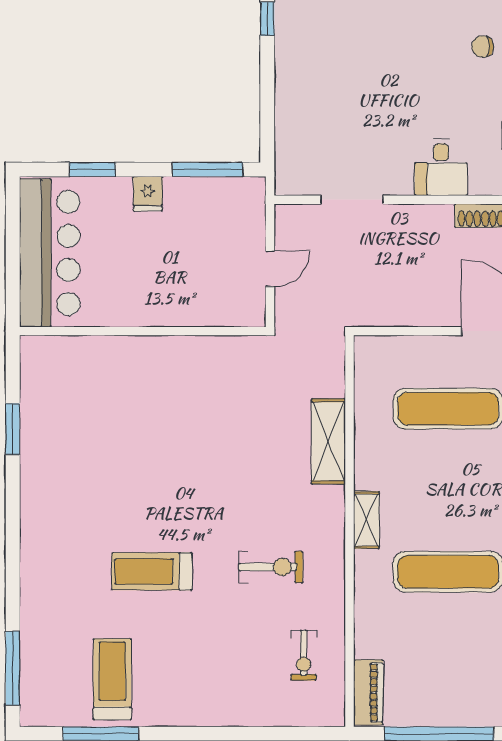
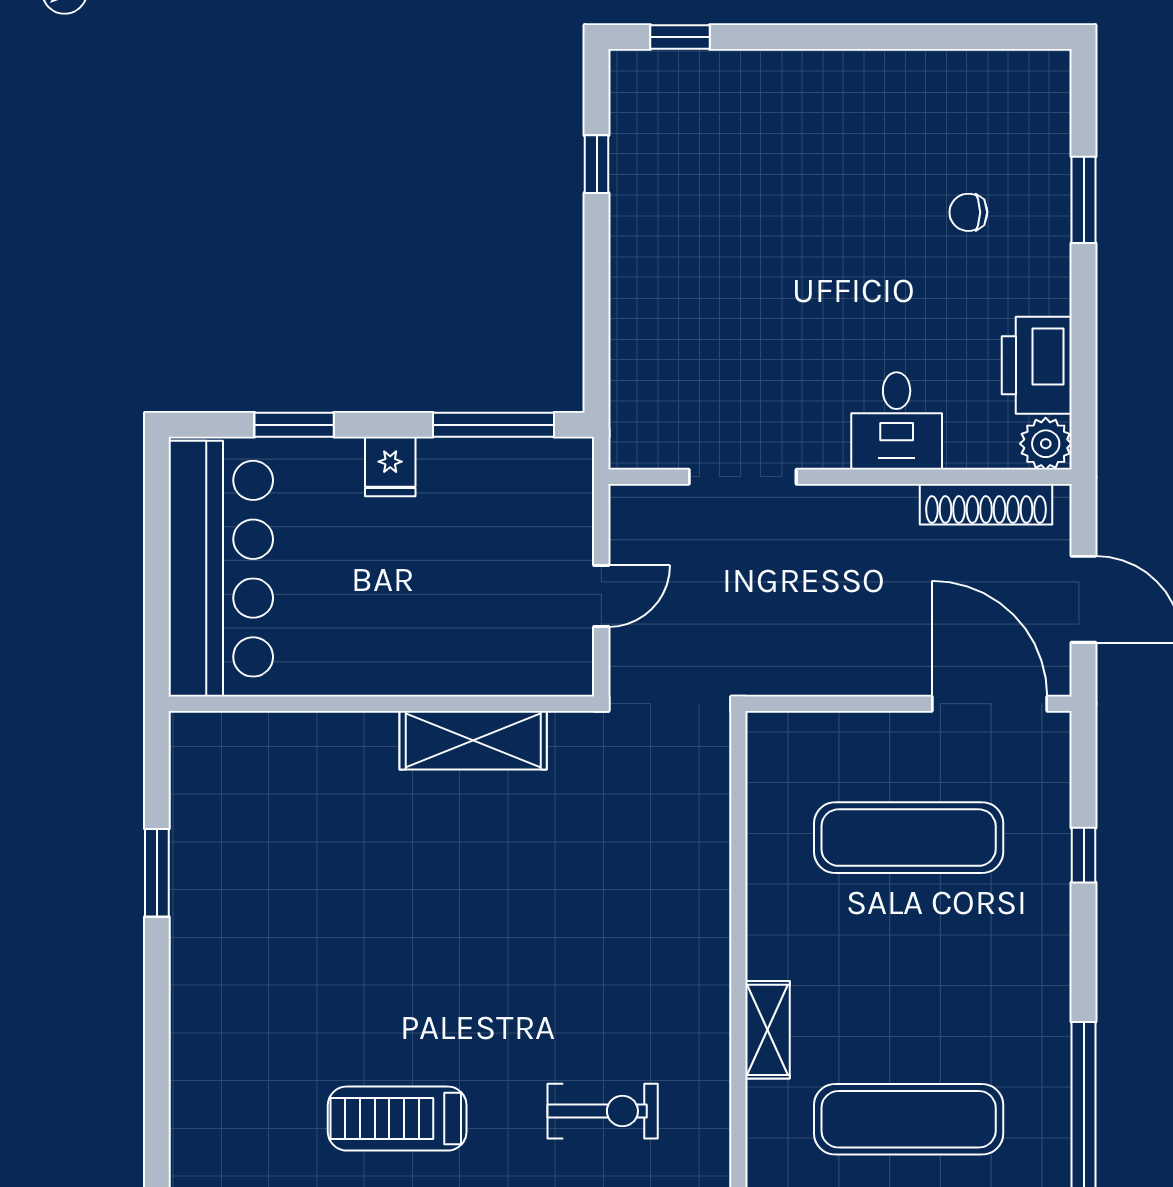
shelving: (328, 441) -> (473, 740), moved, turned 90

